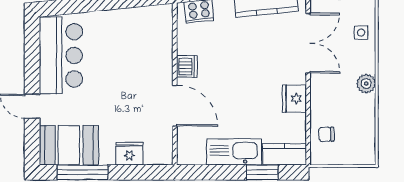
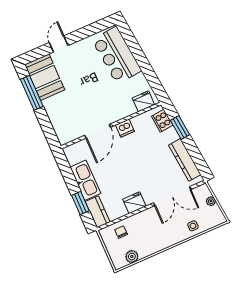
bar counter: (61, 55) -> (117, 55), moved, turned 84
plant: (366, 84) -> (132, 257), moved
fridge: (129, 154) -> (143, 101), moved, turned -90

